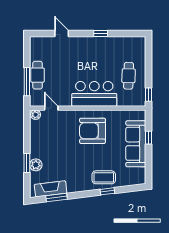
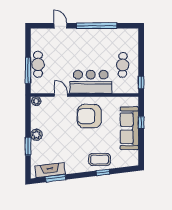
window: (101, 34) -> (97, 26), width x3.17
door: (51, 108) -> (61, 95), moved
plant: (36, 165) -> (36, 135), moved

